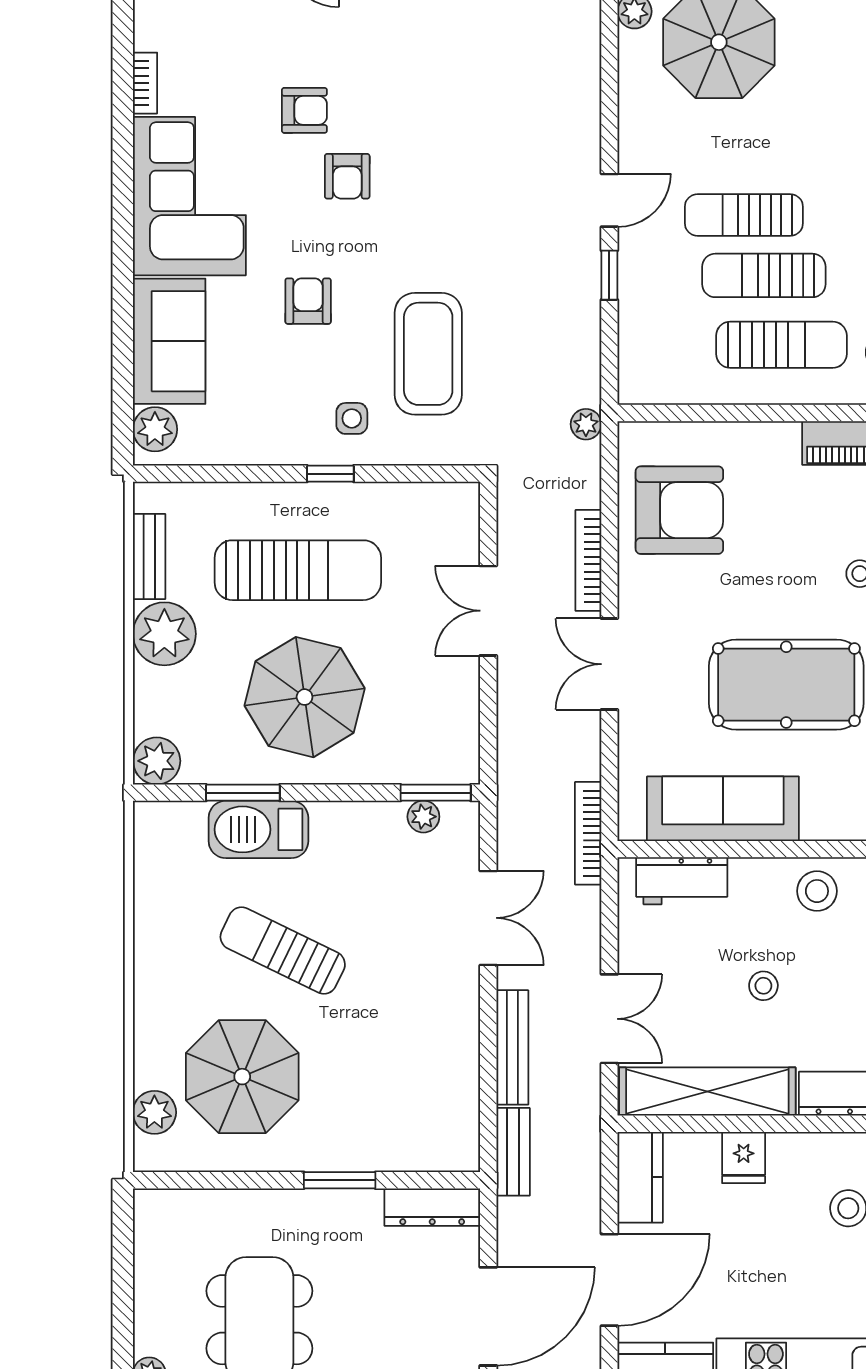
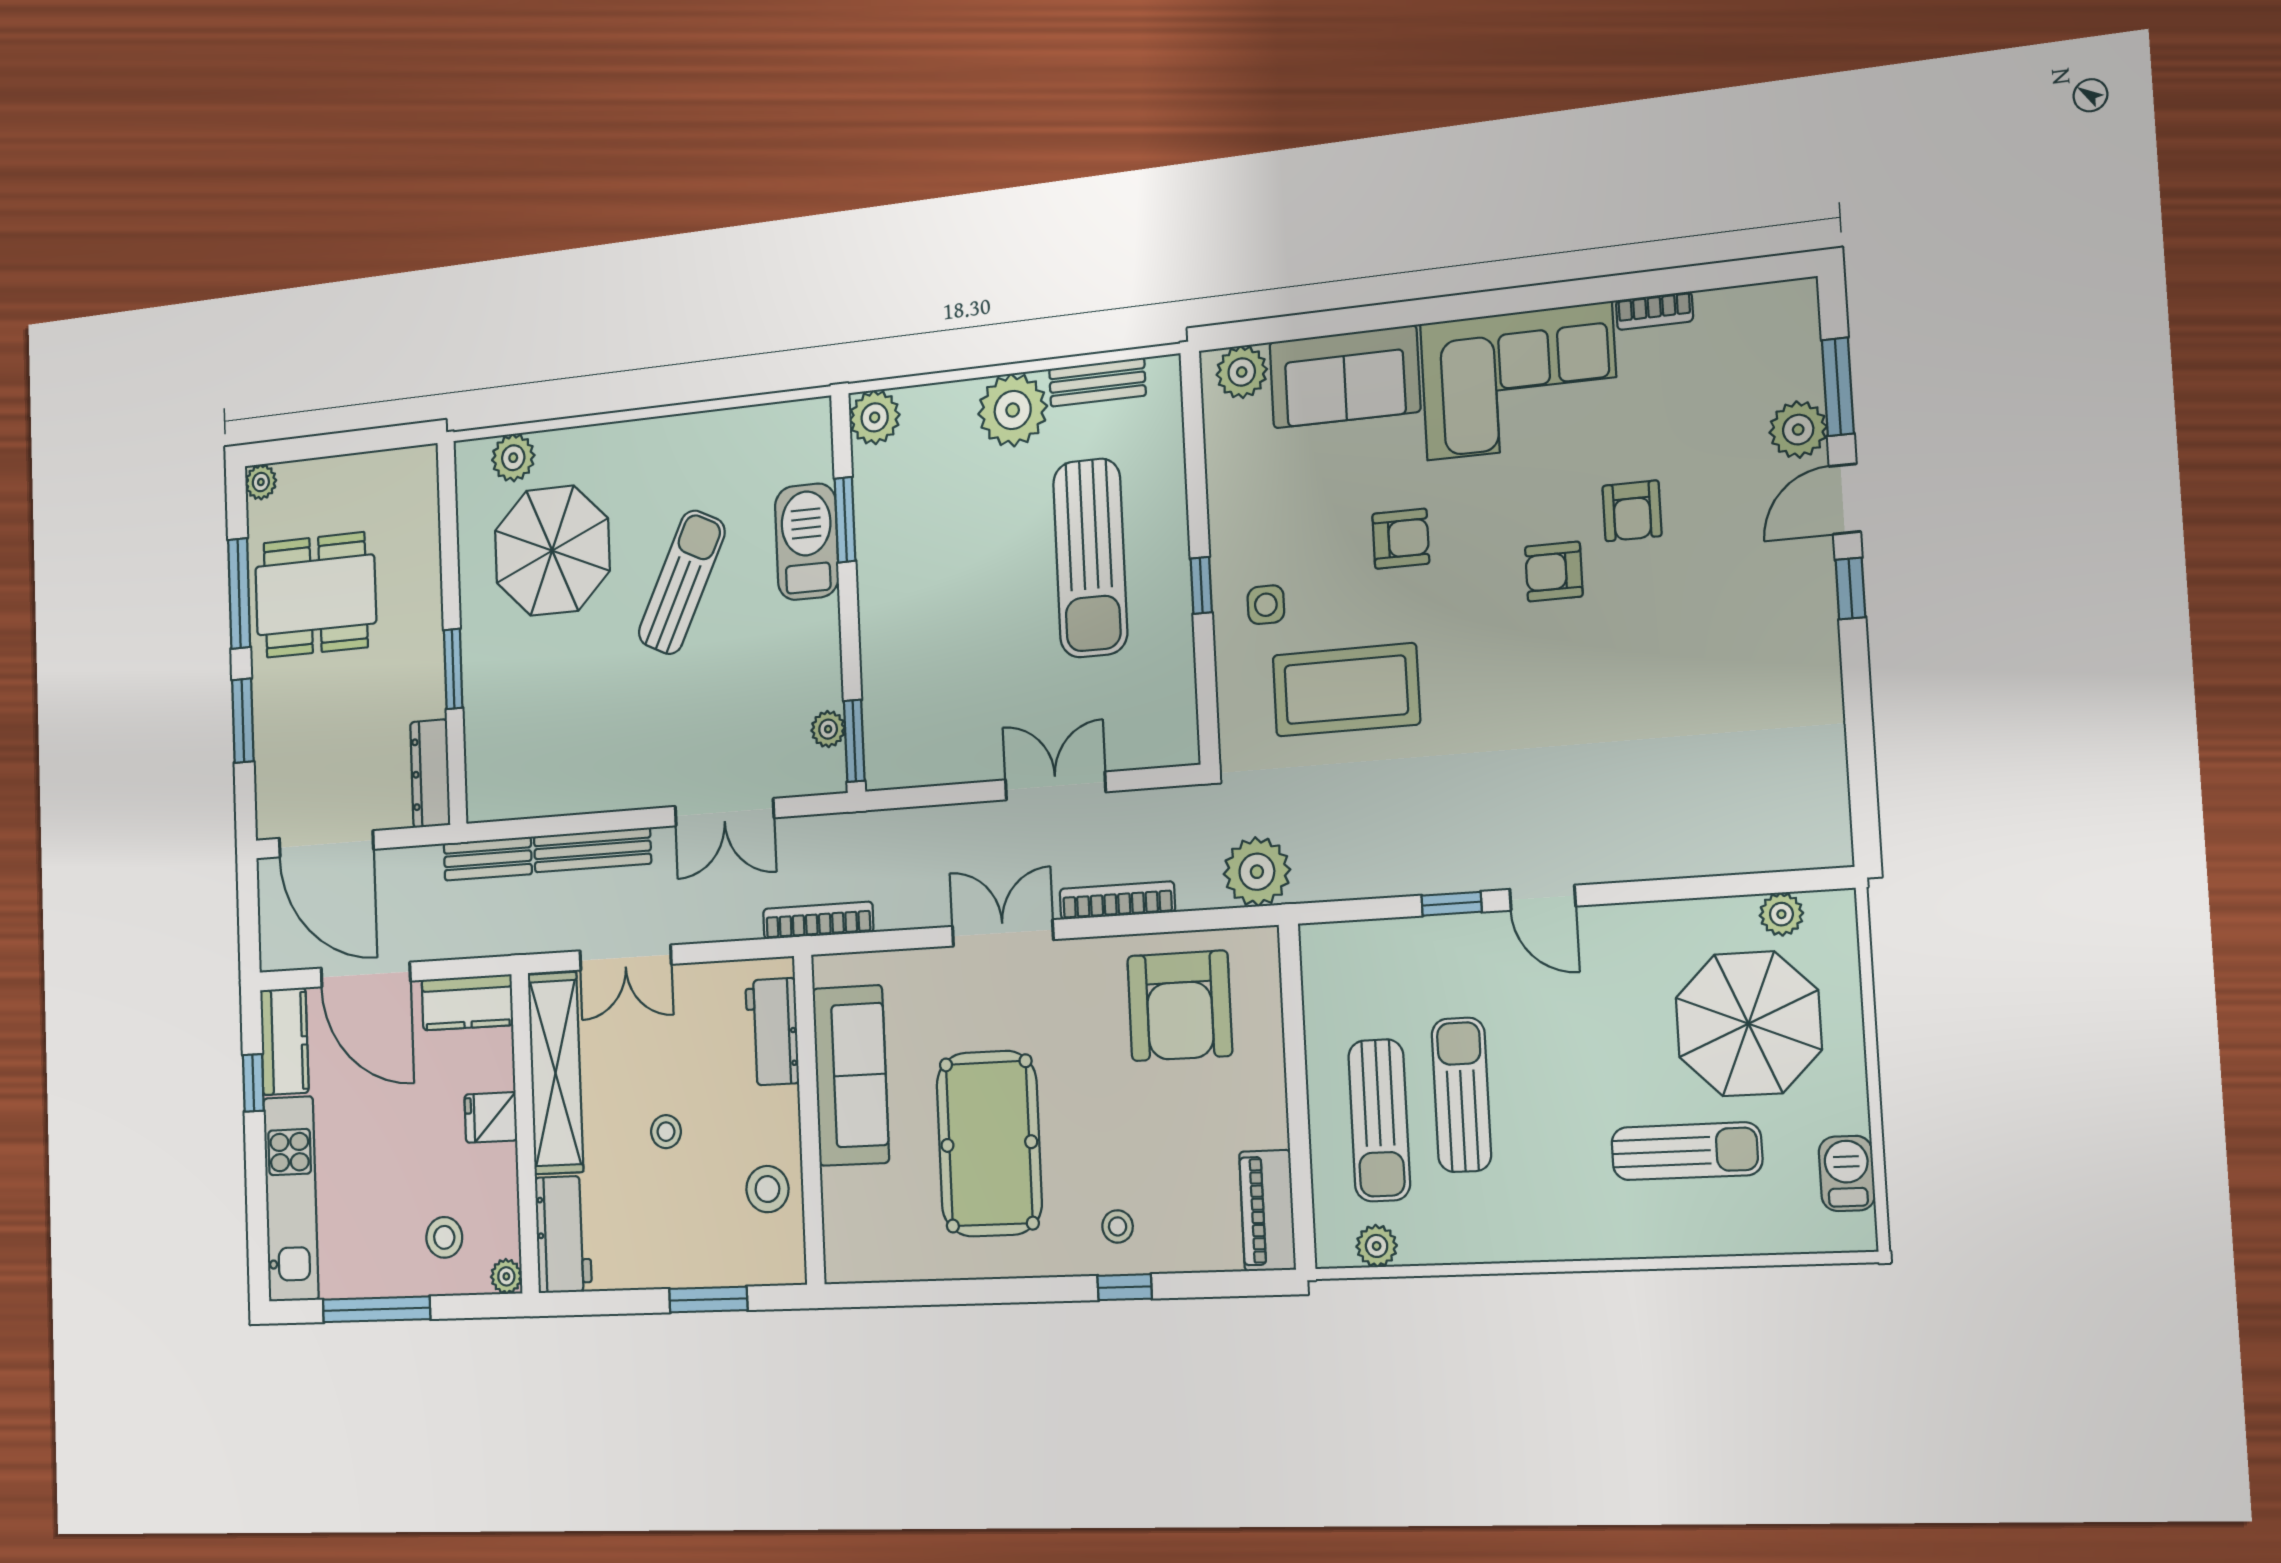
sun lounger: (744, 215) -> (1687, 1151), moved, turned 90
plant: (586, 424) -> (1257, 872), width x1.88, depth x1.88
parasol: (305, 697) -> (951, 580), removed

